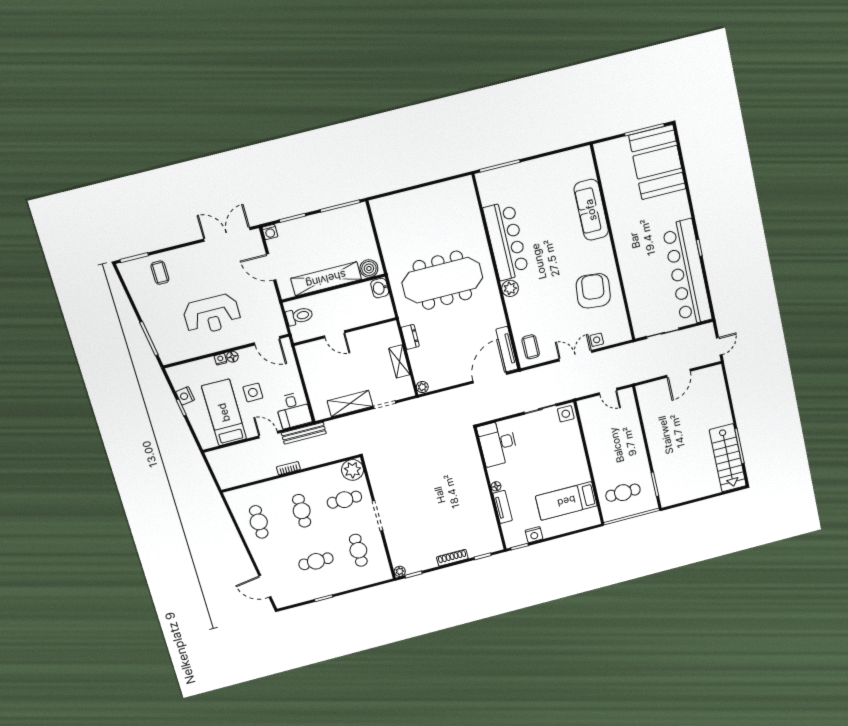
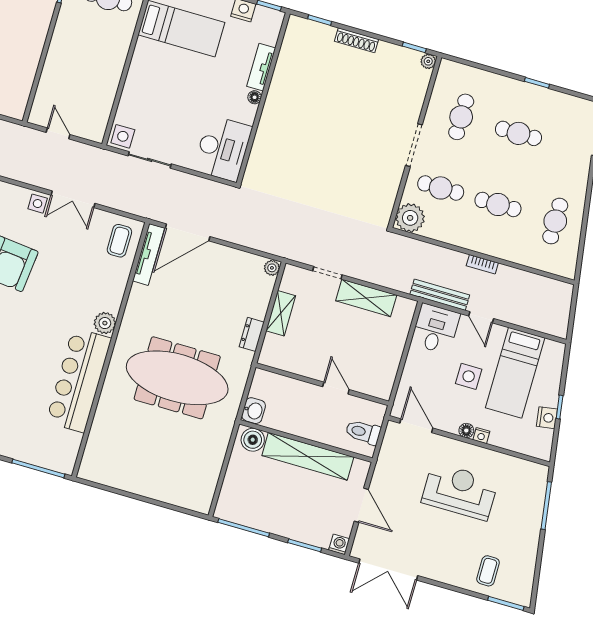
cafe table: (302, 511) -> (498, 205), turned 90

